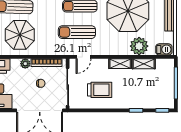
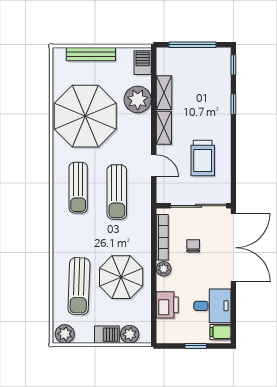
door: (83, 57) -> (154, 166), moved
trolley: (100, 90) -> (203, 158), turned 180

